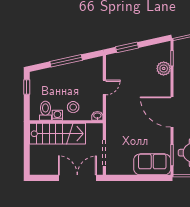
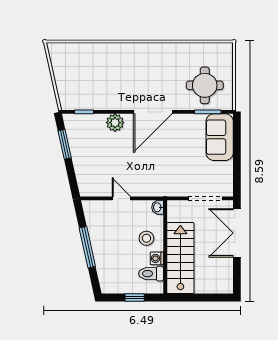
window: (127, 47) -> (65, 144), moved
plant: (164, 68) -> (115, 123), moved
window: (27, 87) -> (135, 297), moved

